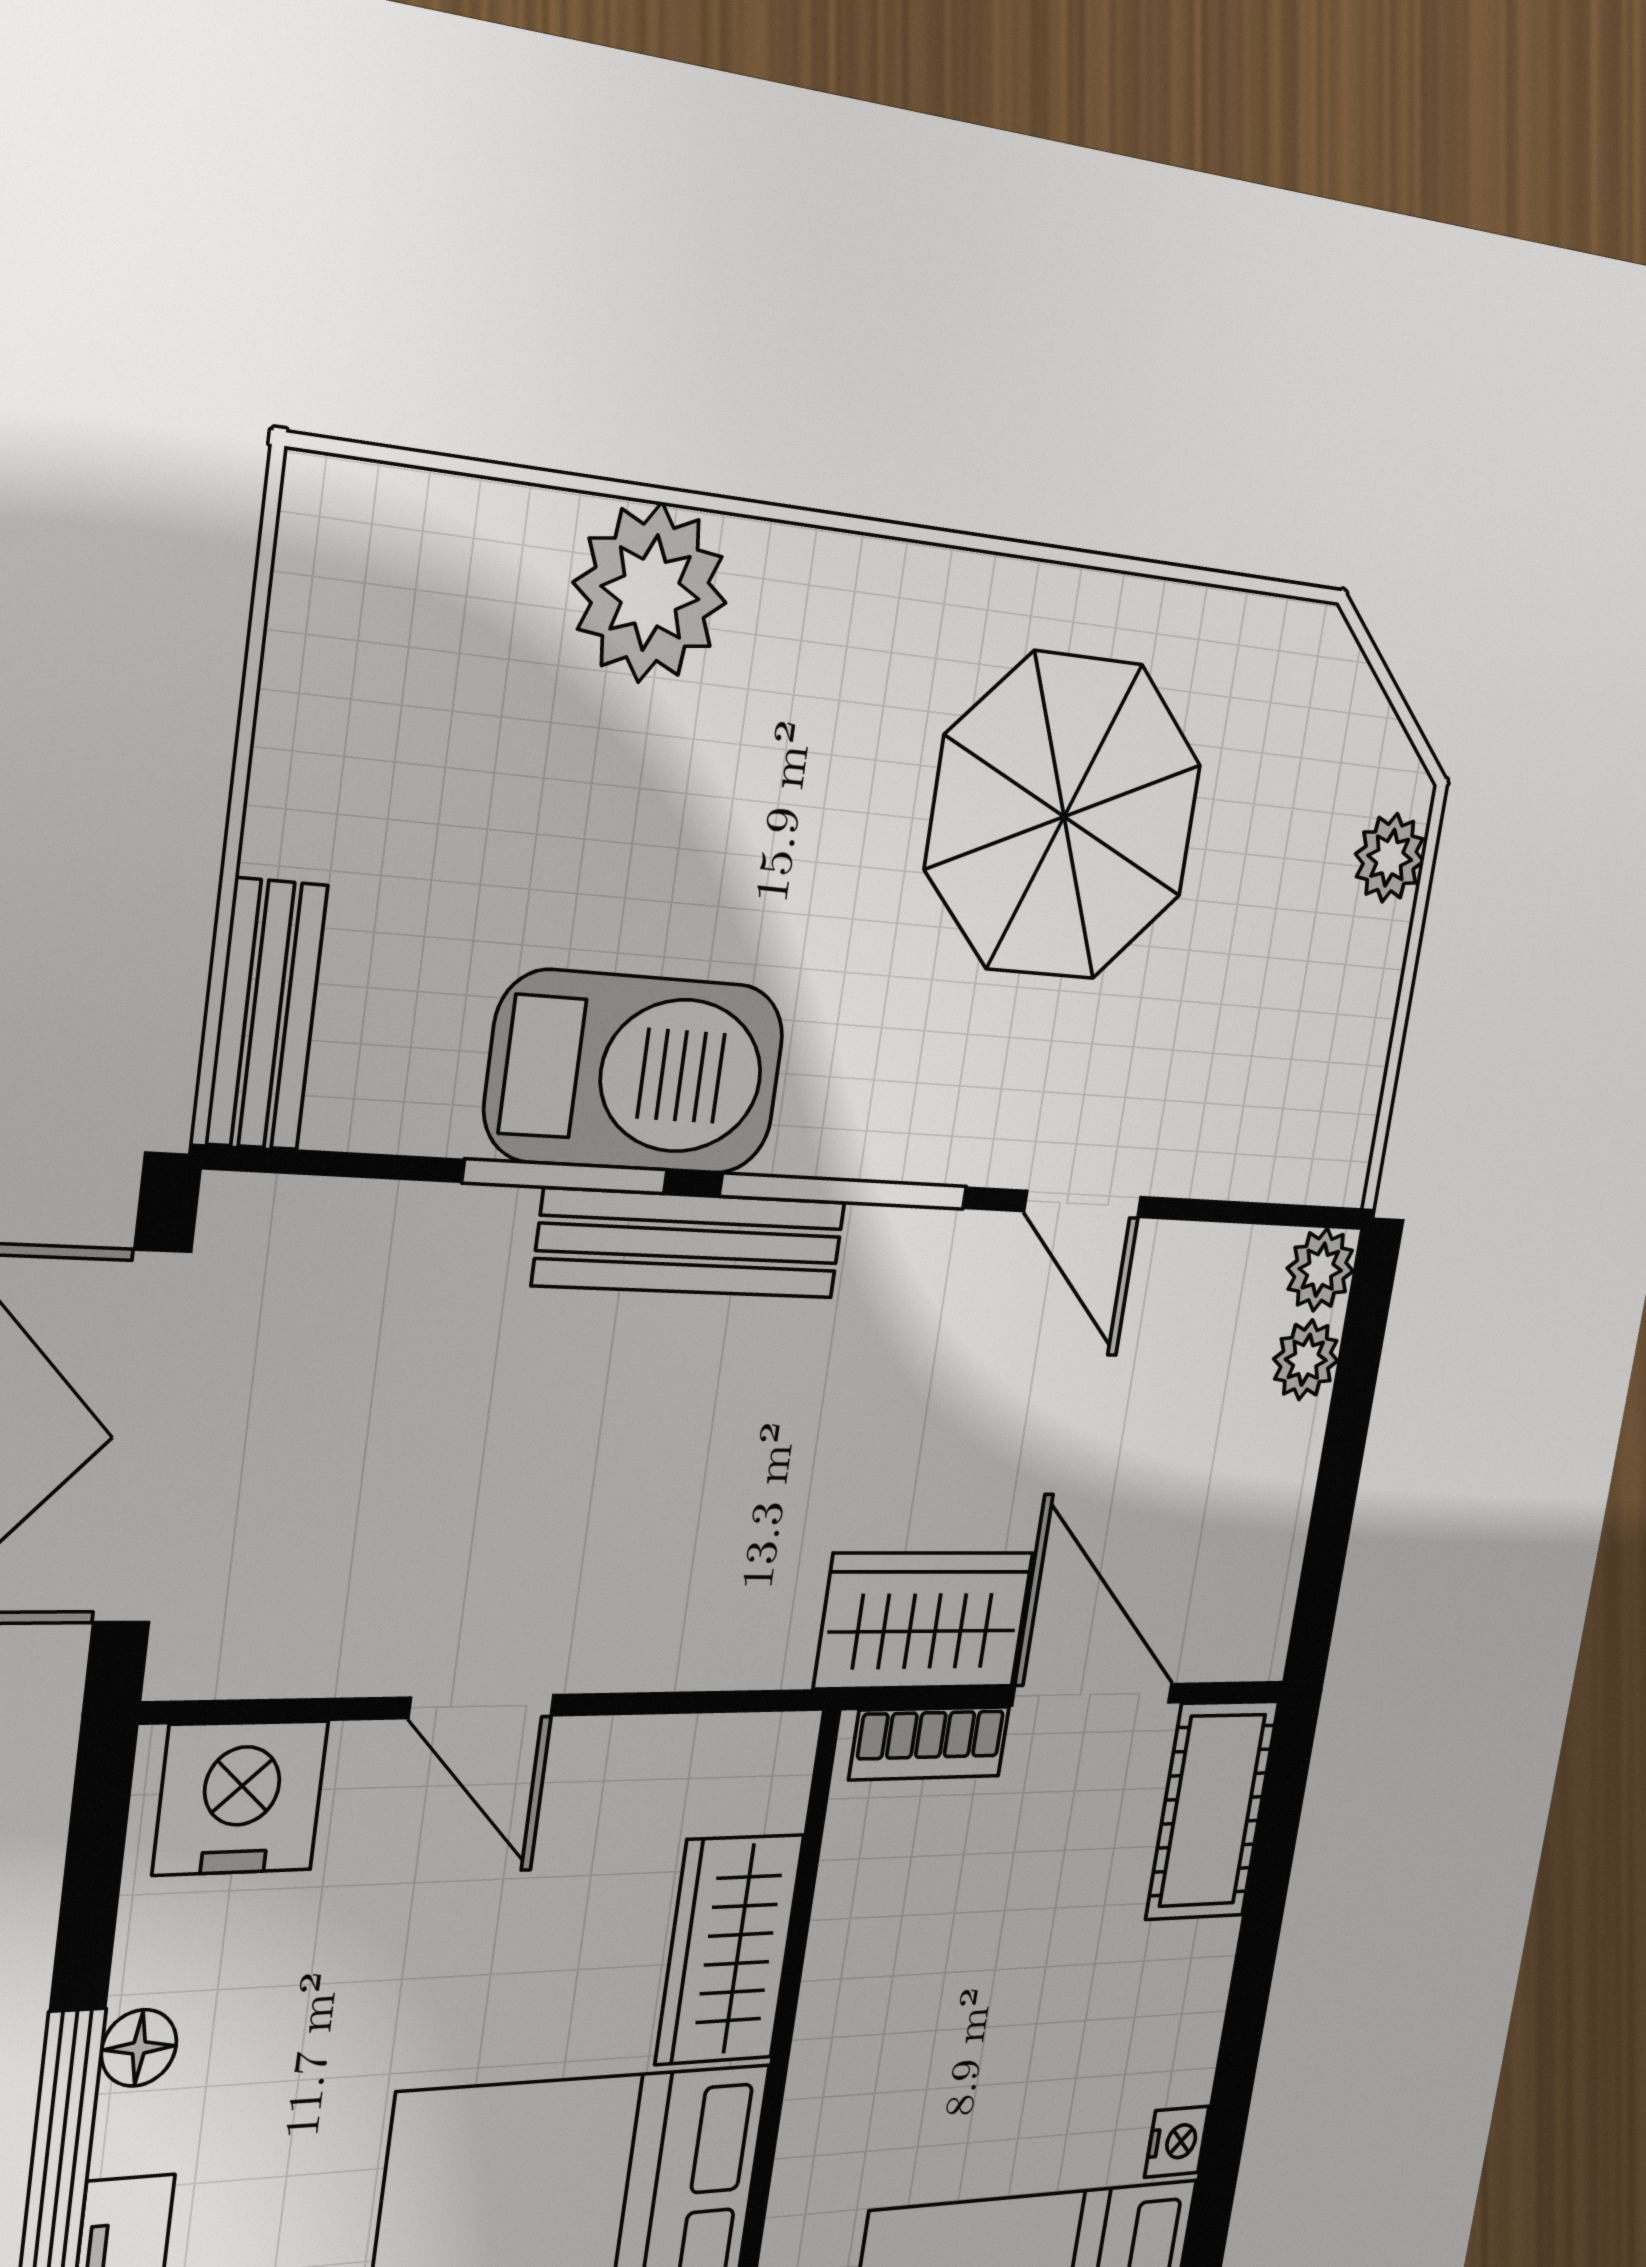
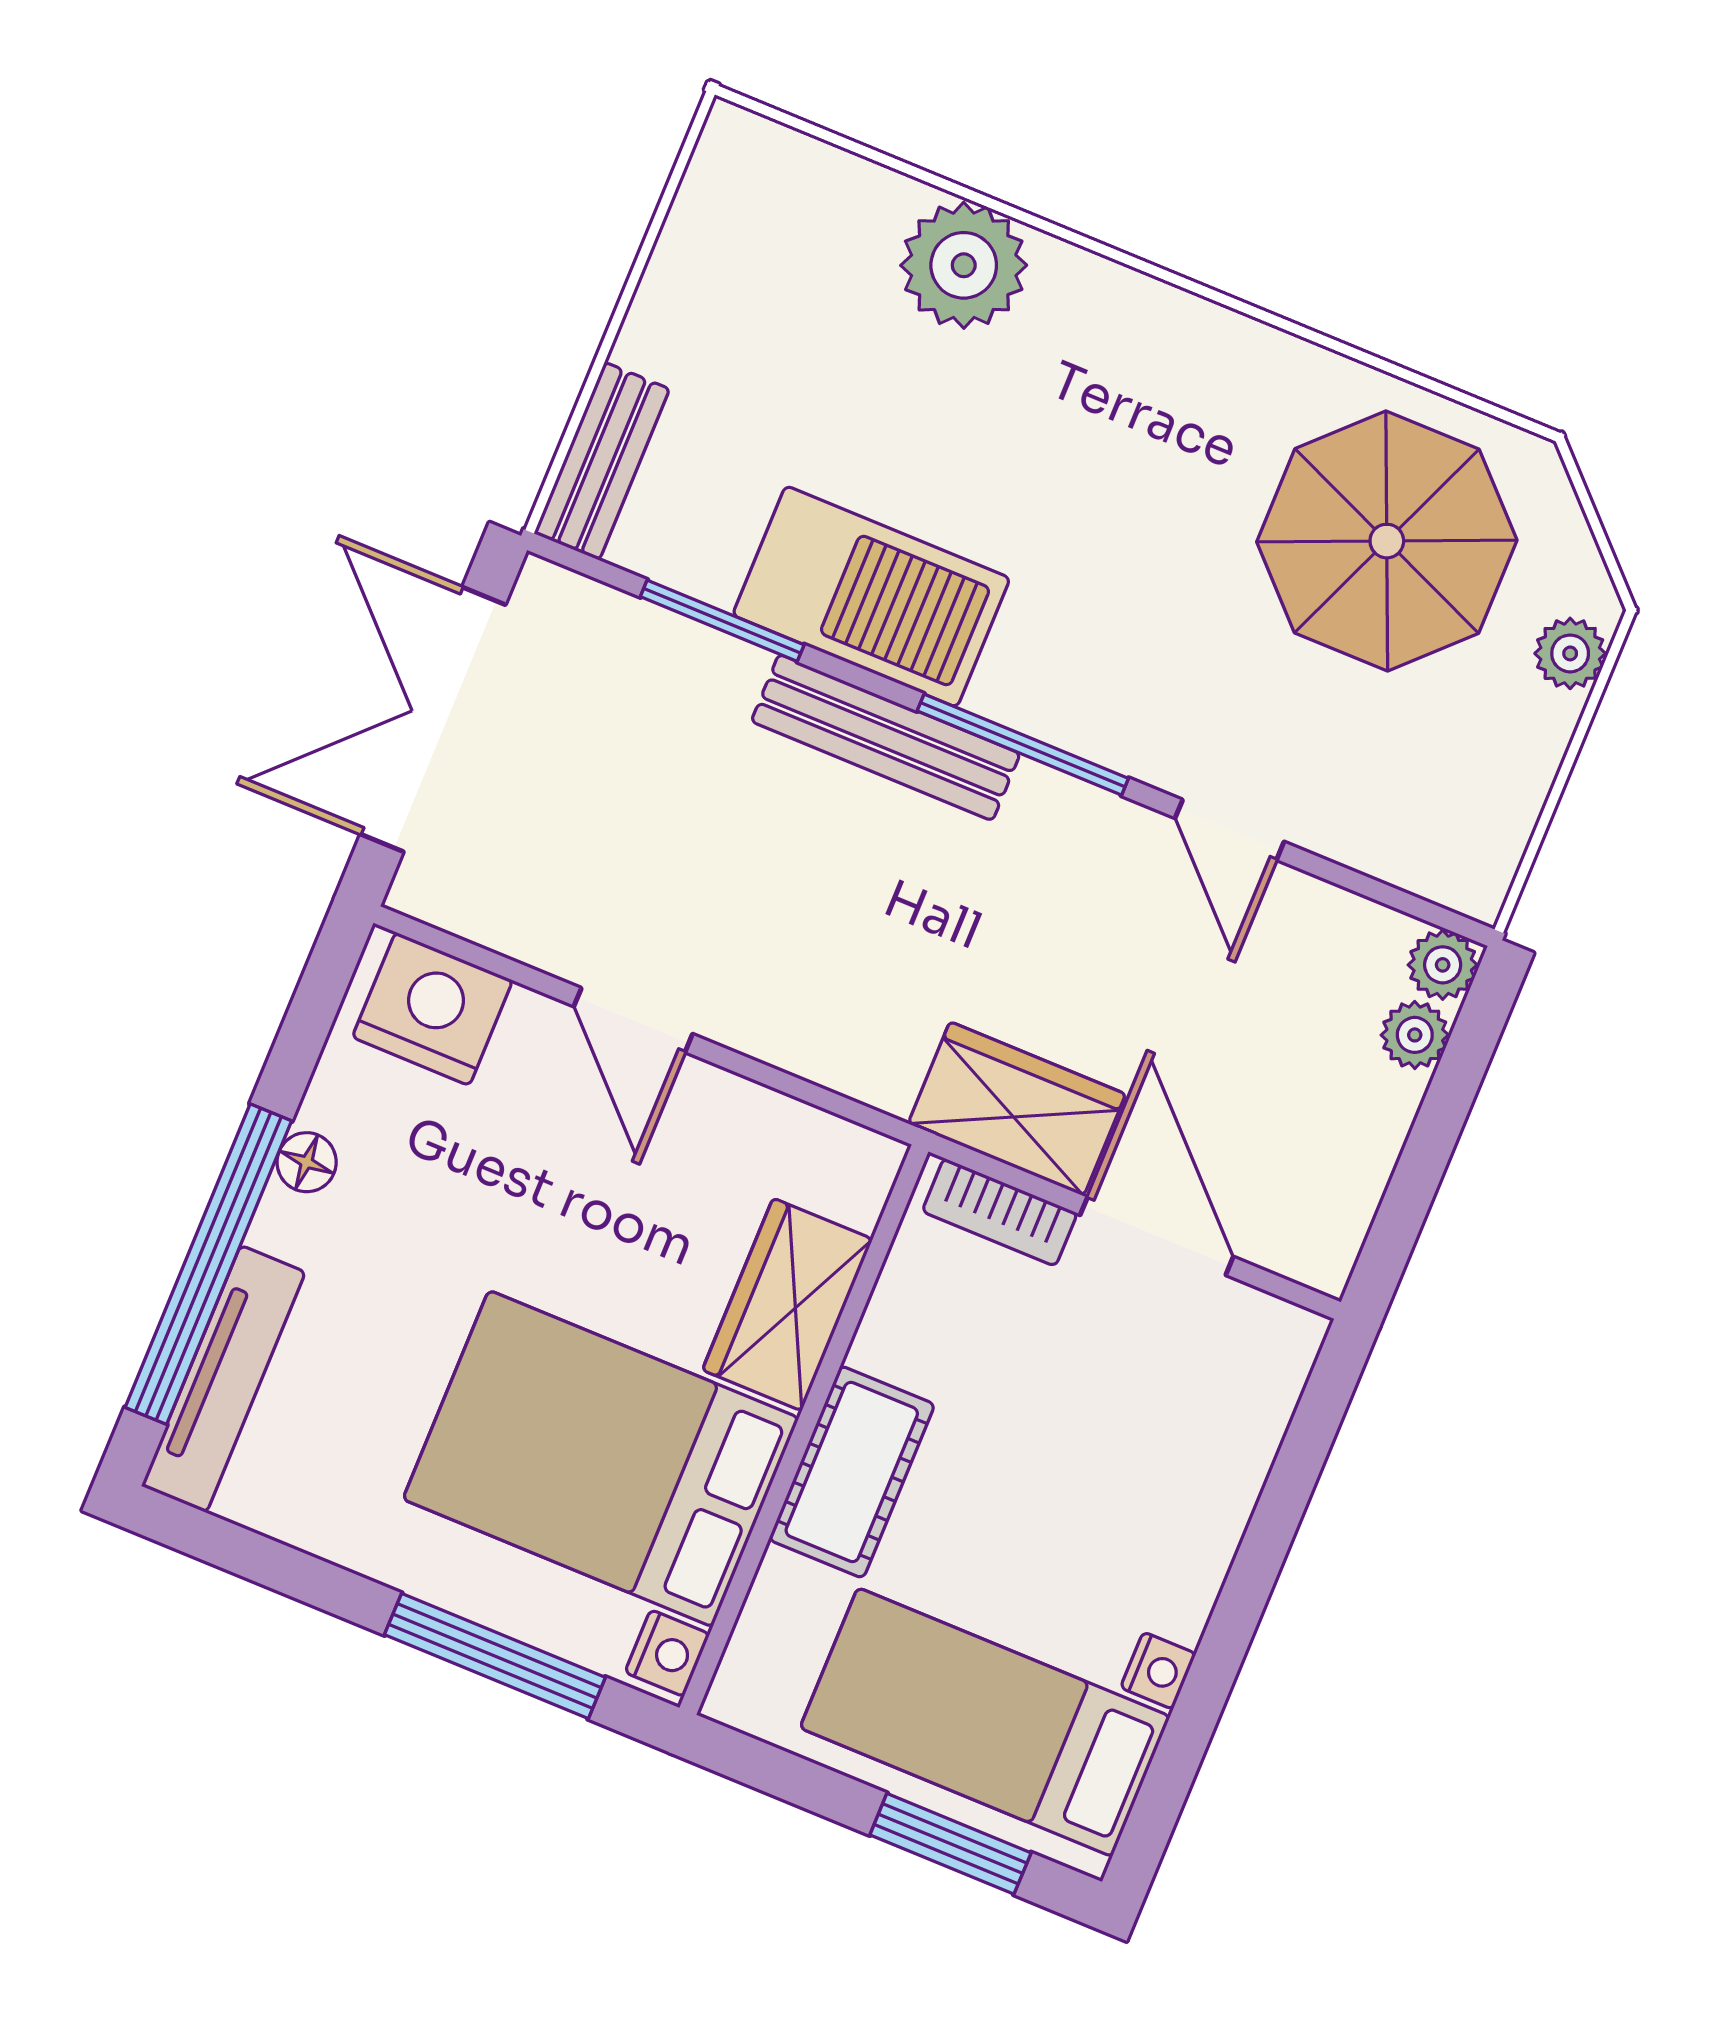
parasol: (1064, 817) -> (1387, 541), moved
window: (566, 1176) -> (722, 621), moved
cot: (1212, 1810) -> (852, 1472), moved

